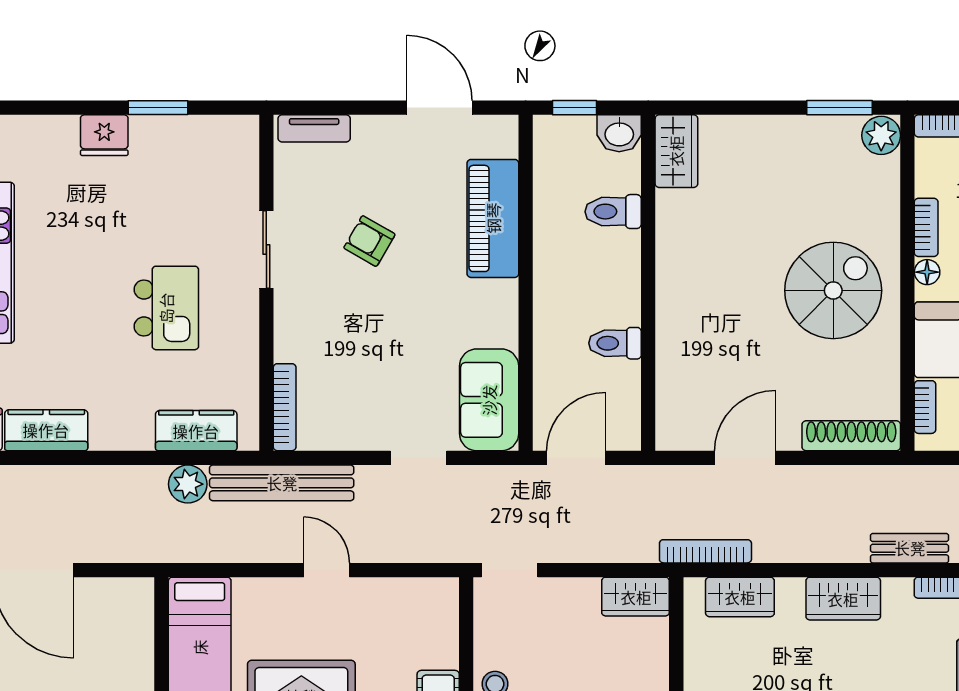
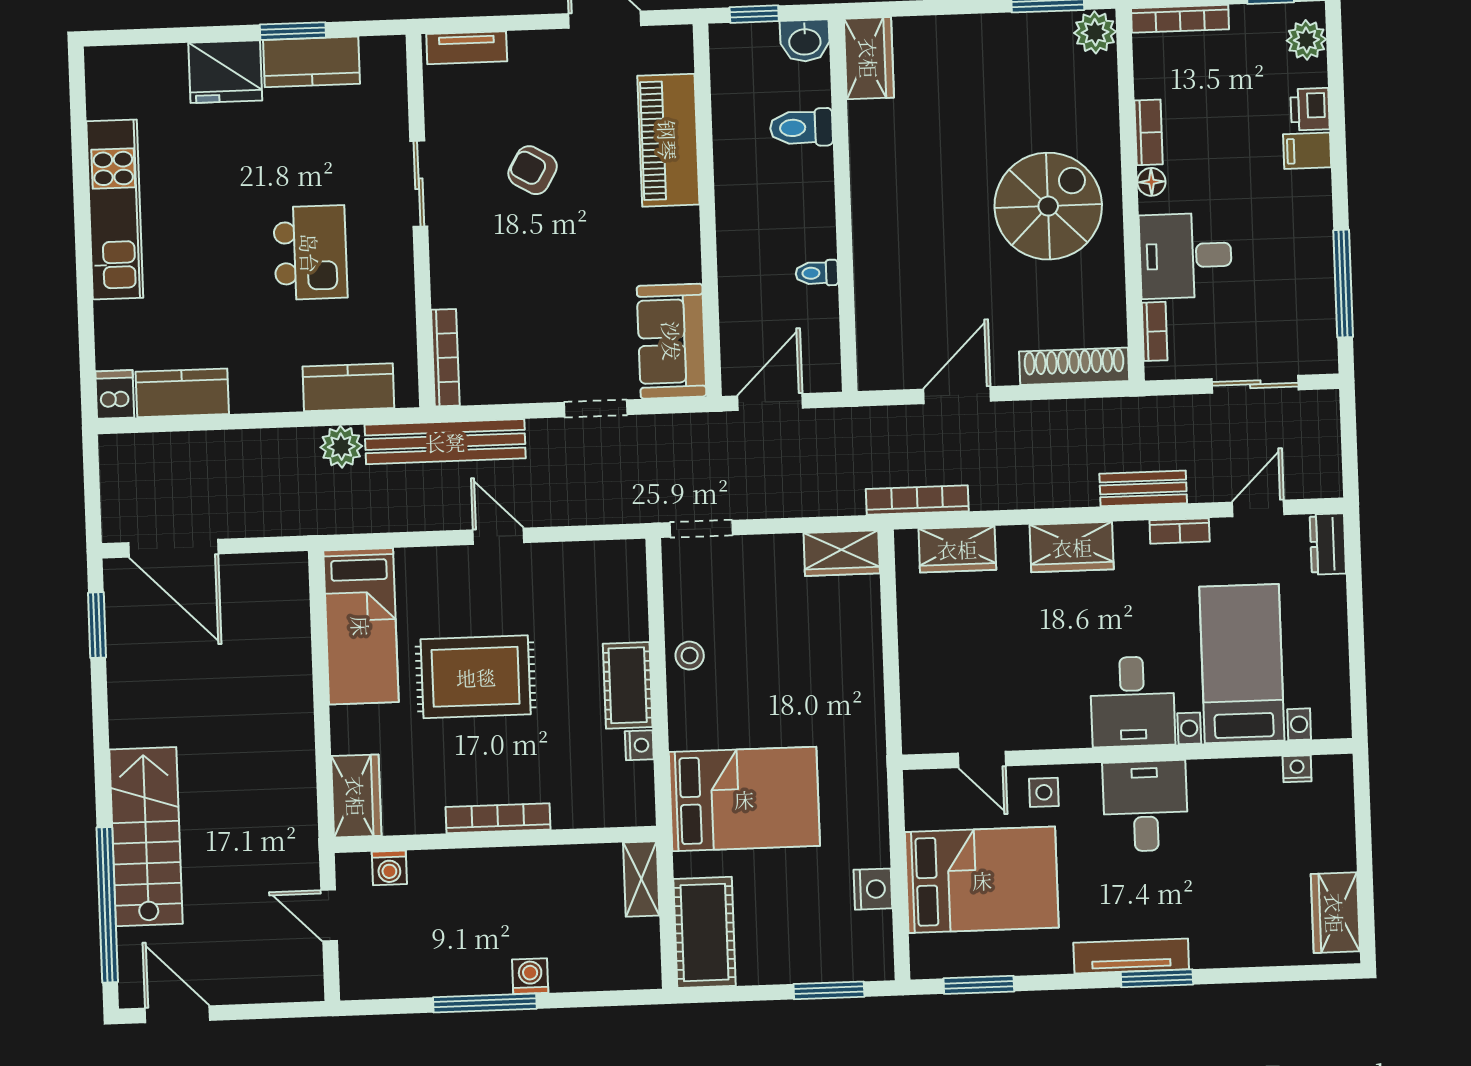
fridge: (104, 135) -> (225, 72), width x1.36, depth x1.34
kitchen counter: (174, 136) -> (311, 62), added
toilet: (615, 343) -> (817, 273), width x0.73, depth x0.72

